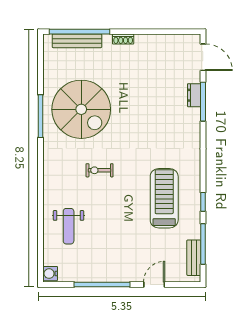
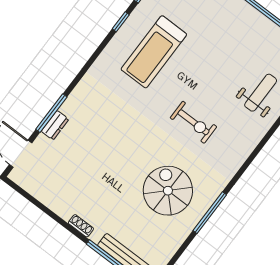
spiral stairs: (81, 109) -> (168, 191), width x0.73, depth x0.73
exercise bike: (100, 170) -> (193, 122), width x1.38, depth x1.39

